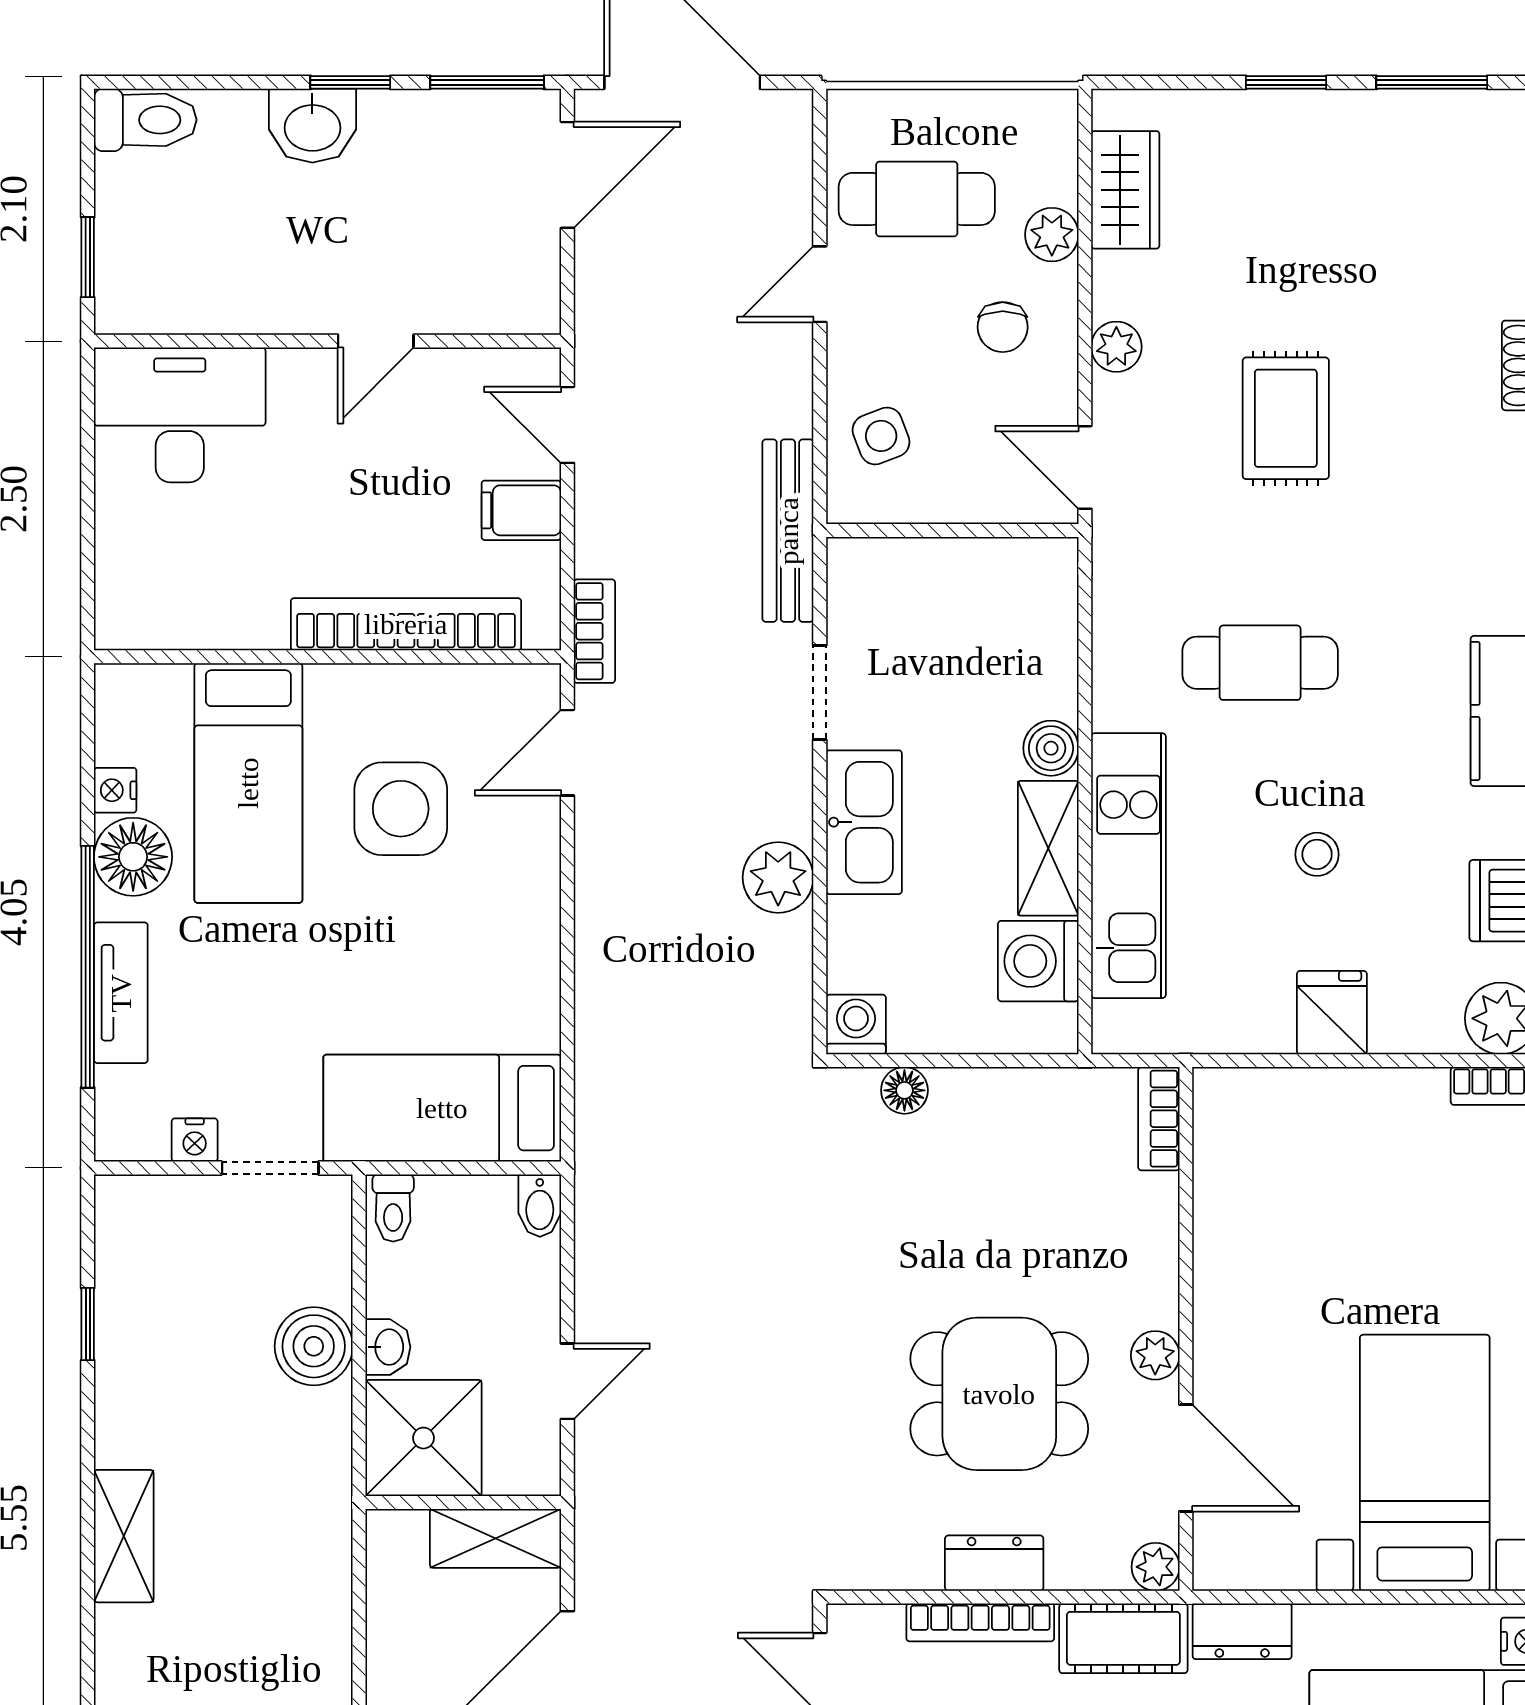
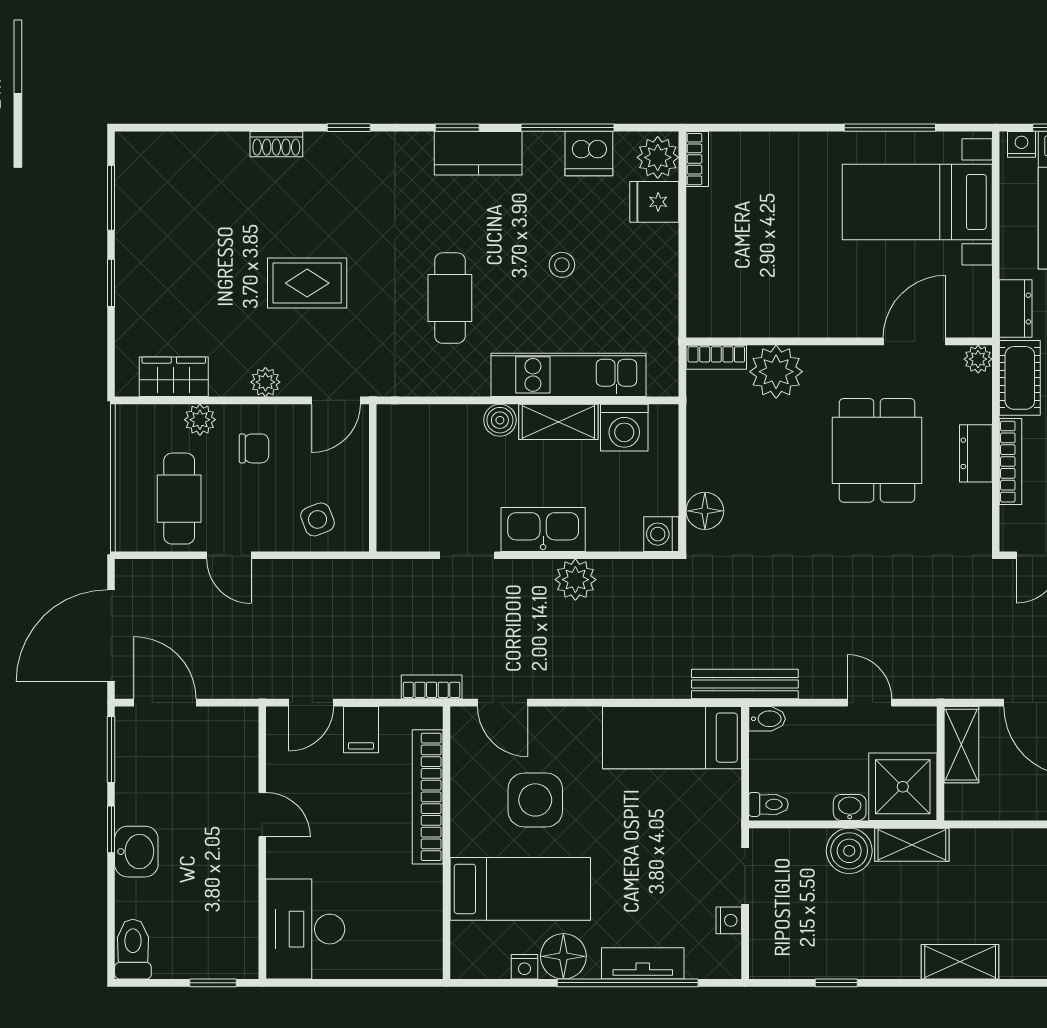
bench: (788, 531) -> (745, 684), moved
fridge: (1332, 1013) -> (654, 202), moved
floor lamp: (904, 1090) -> (705, 511), width x1.37, depth x1.37
bed: (442, 1108) -> (672, 738), moved, turned 90
plant: (1155, 1355) -> (776, 372), moved, width x1.87, depth x1.87
shelving: (324, 1454) -> (912, 845), added

